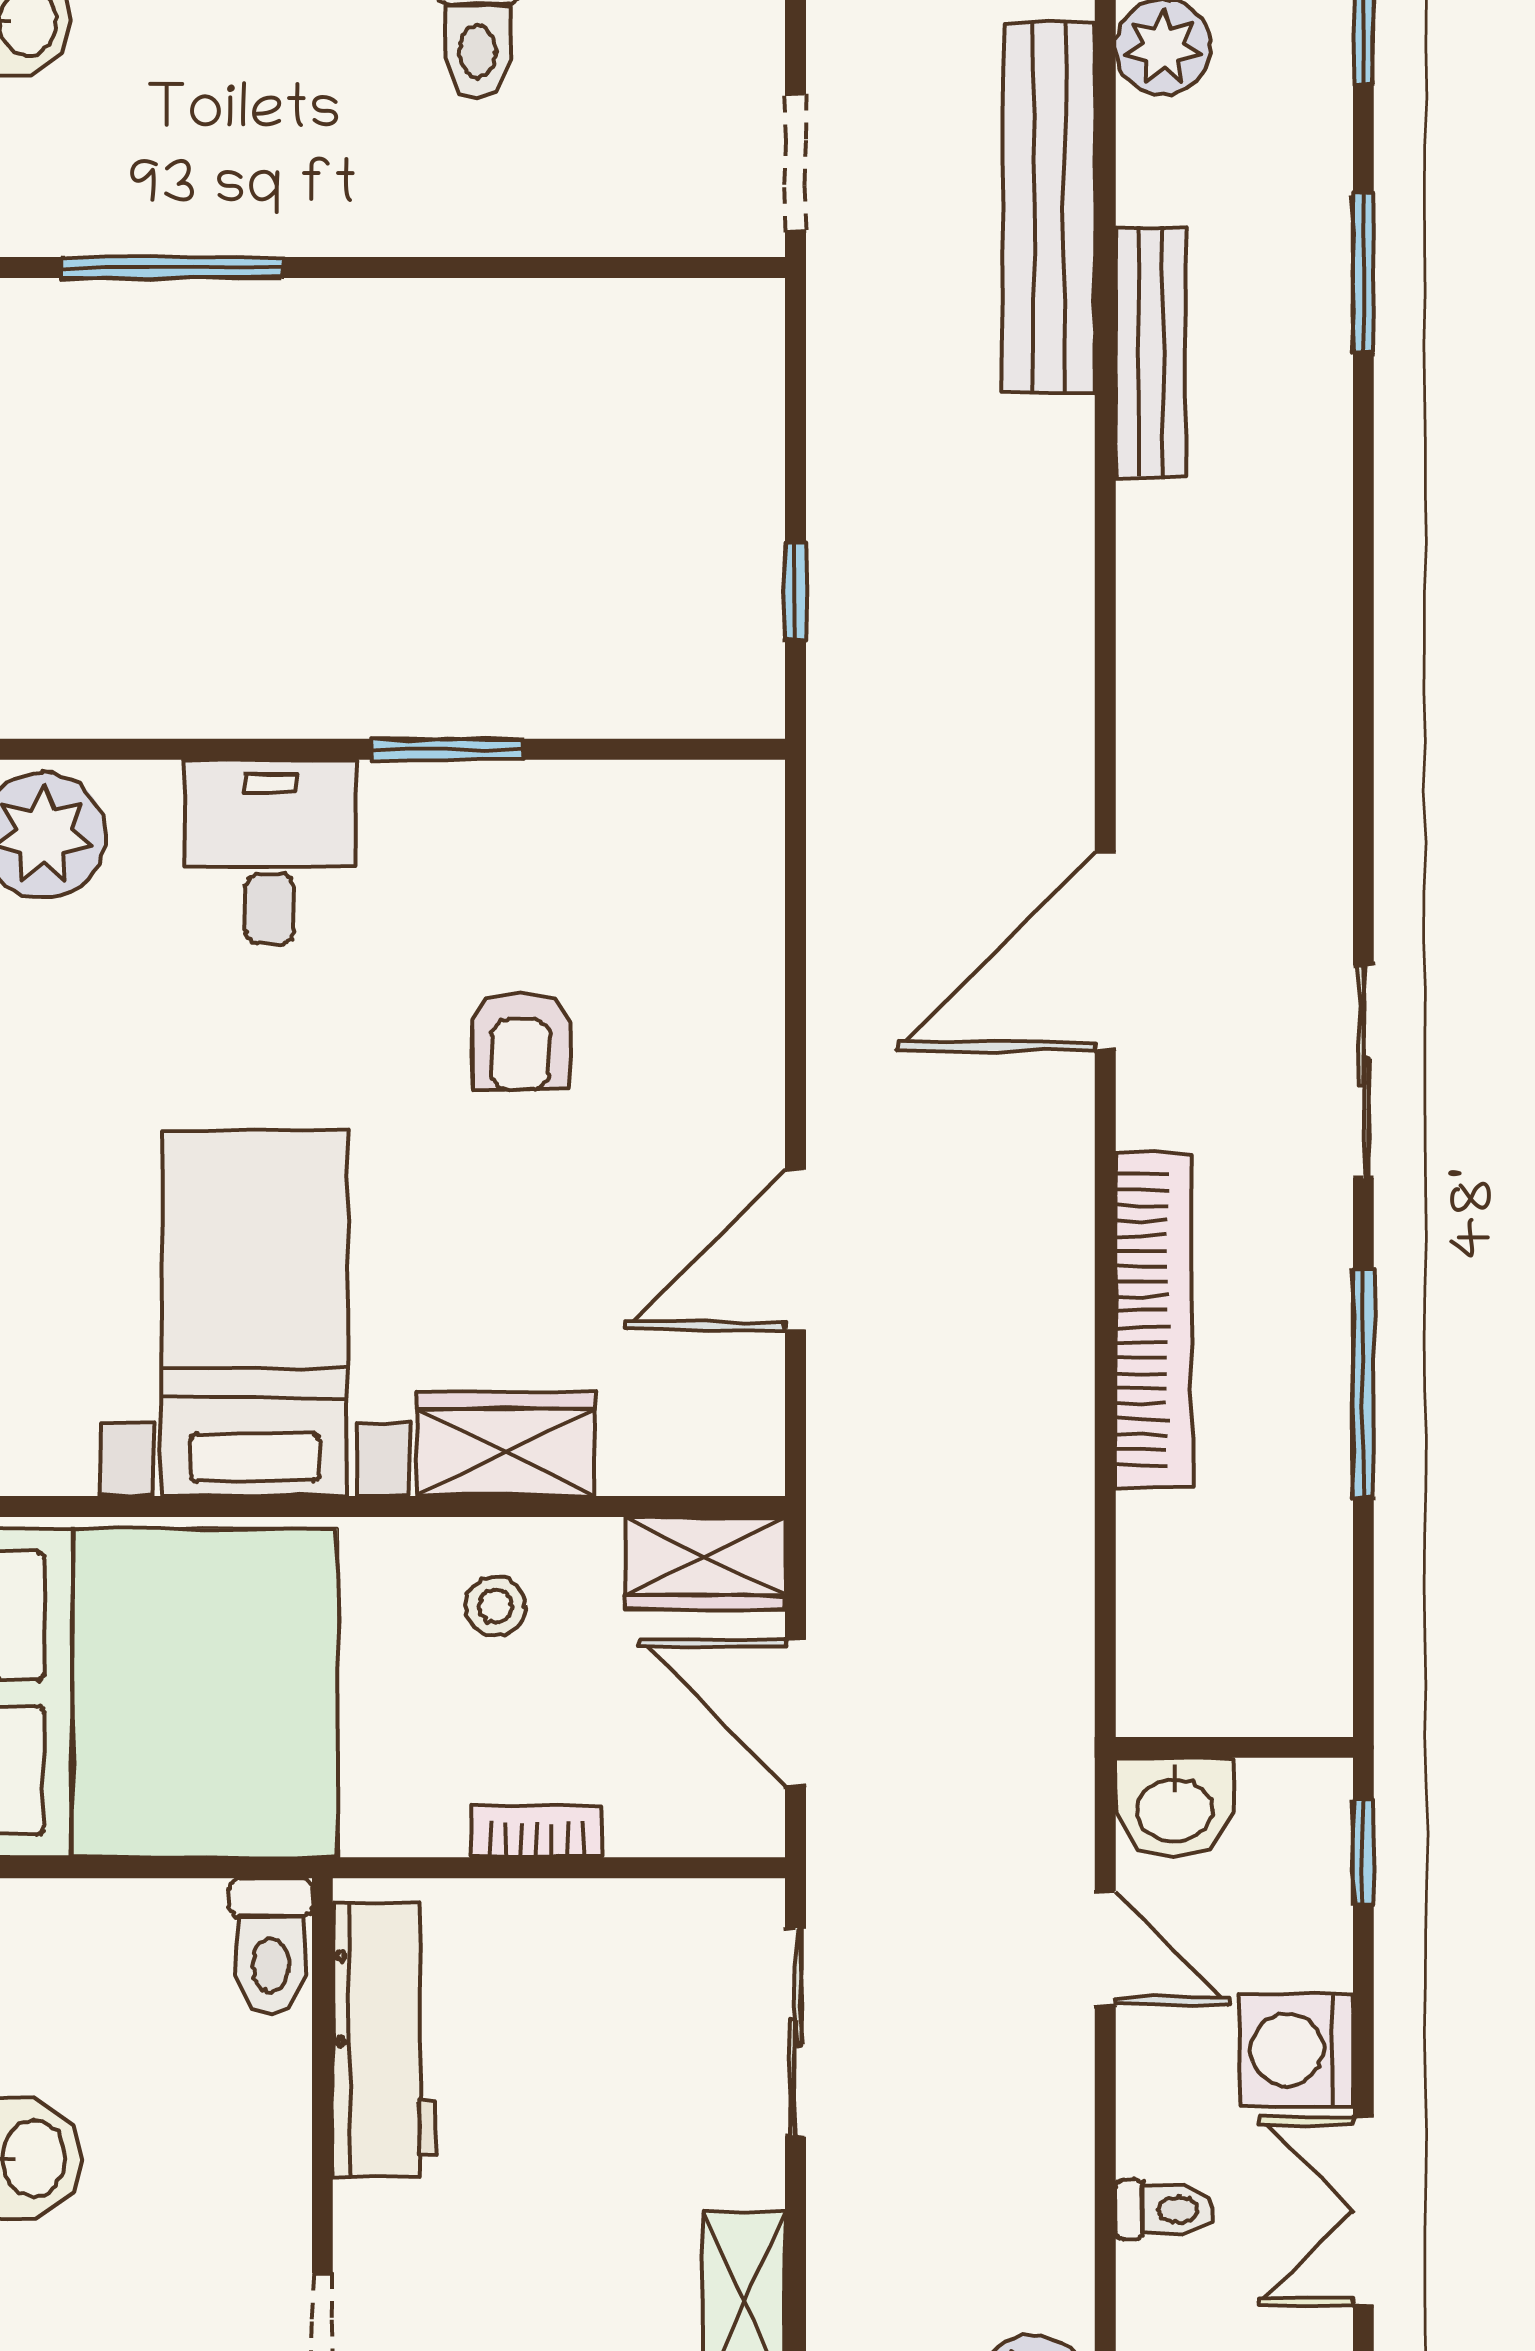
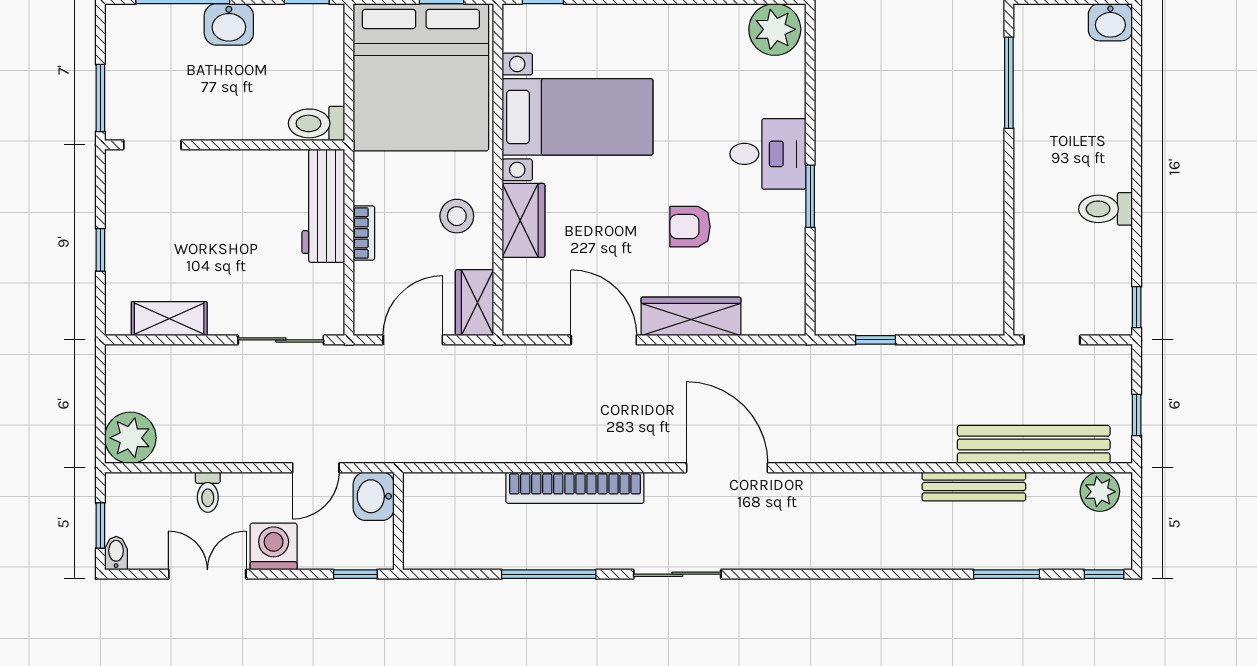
desk: (270, 852) -> (768, 154), moved
wardrobe: (738, 1038) -> (691, 316), added
stool: (495, 1606) -> (457, 216), width x1.37, depth x1.37
workbench: (384, 2040) -> (323, 206), moved, turned 90

